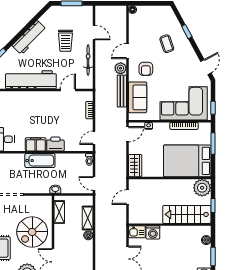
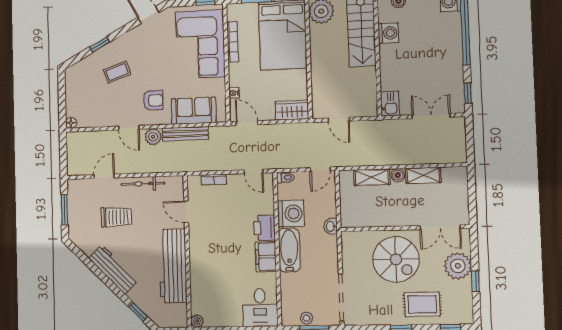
washing machine: (65, 162) -> (291, 214), added
shelving: (59, 212) -> (423, 175), moved
washing machine: (153, 232) -> (388, 33), moved

